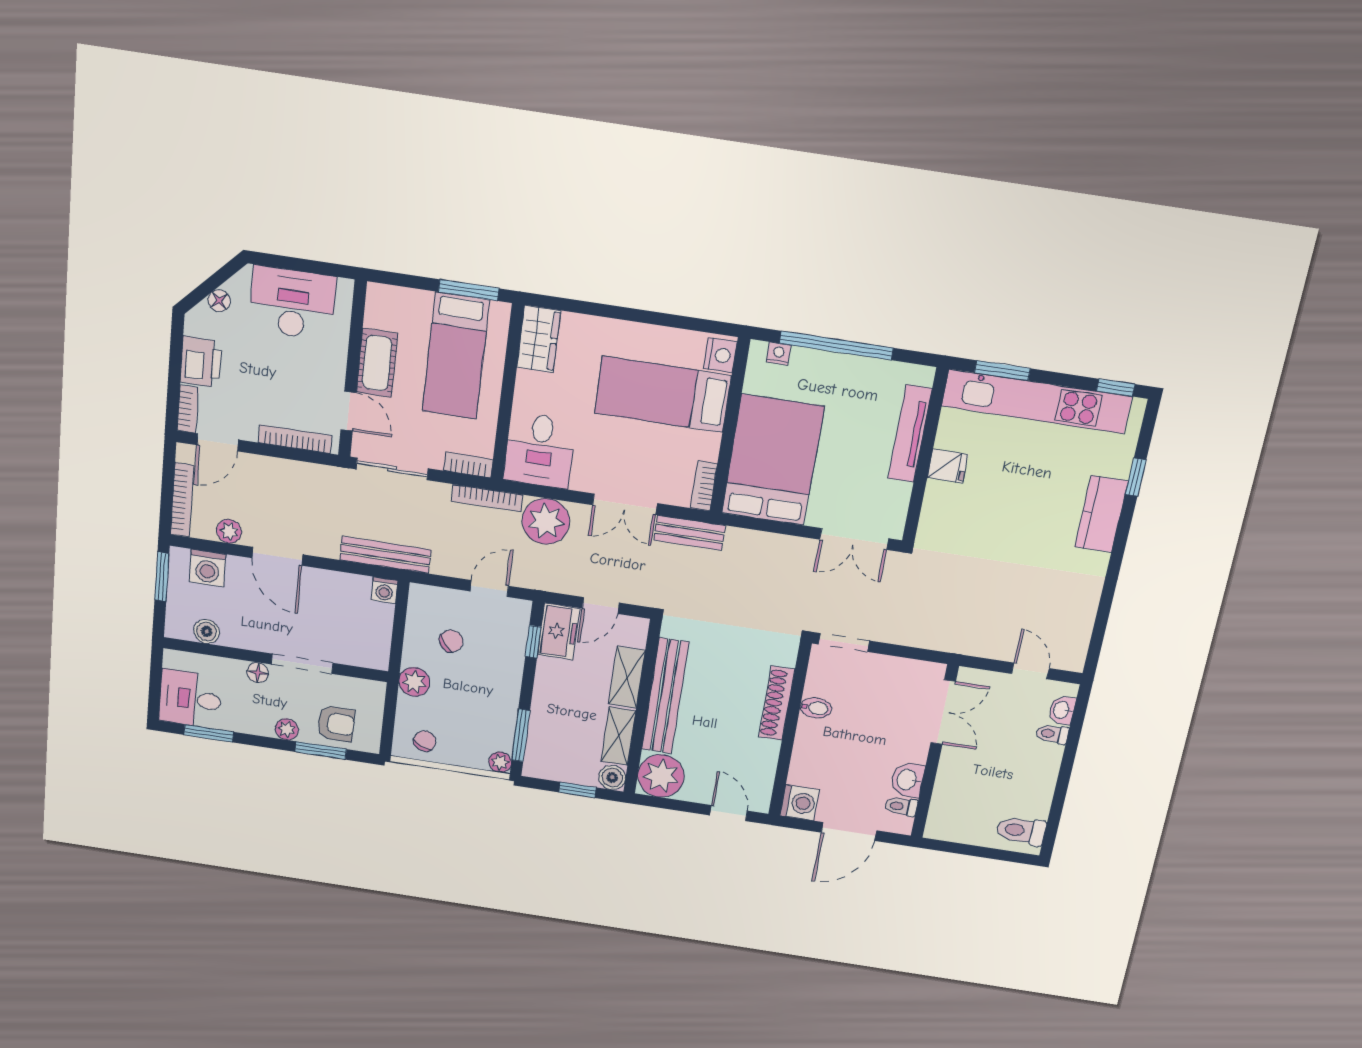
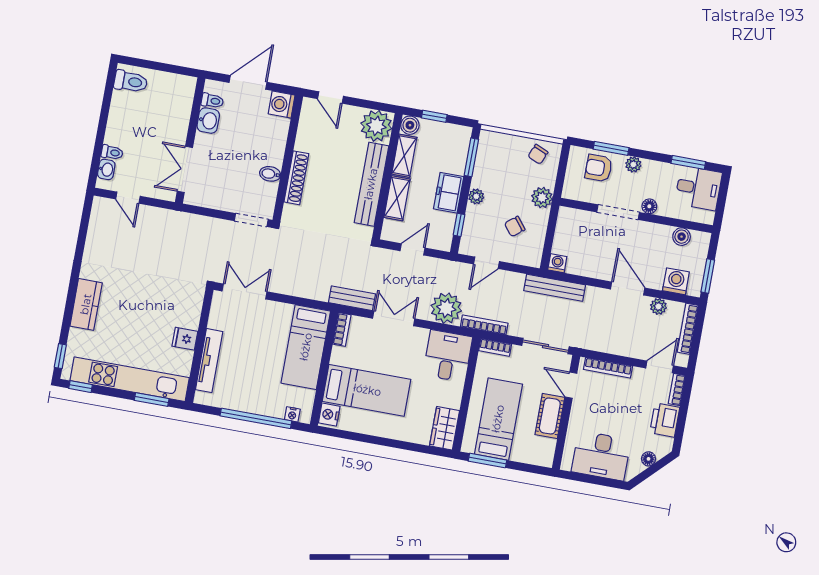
bed: (773, 460) -> (306, 347), width x0.67
window: (1136, 477) -> (60, 356), moved
freezer: (559, 631) -> (449, 193), moved
plant: (500, 762) -> (476, 196), moved

